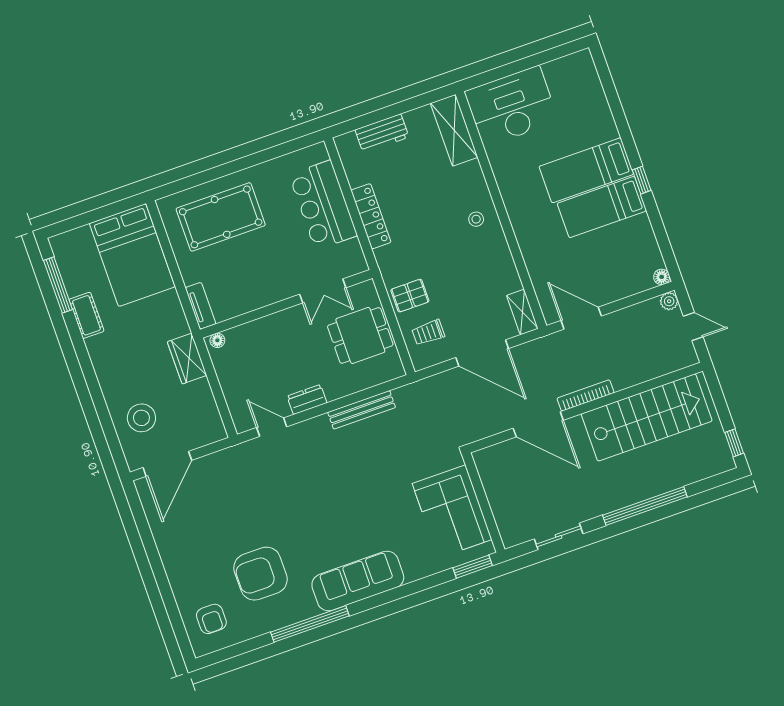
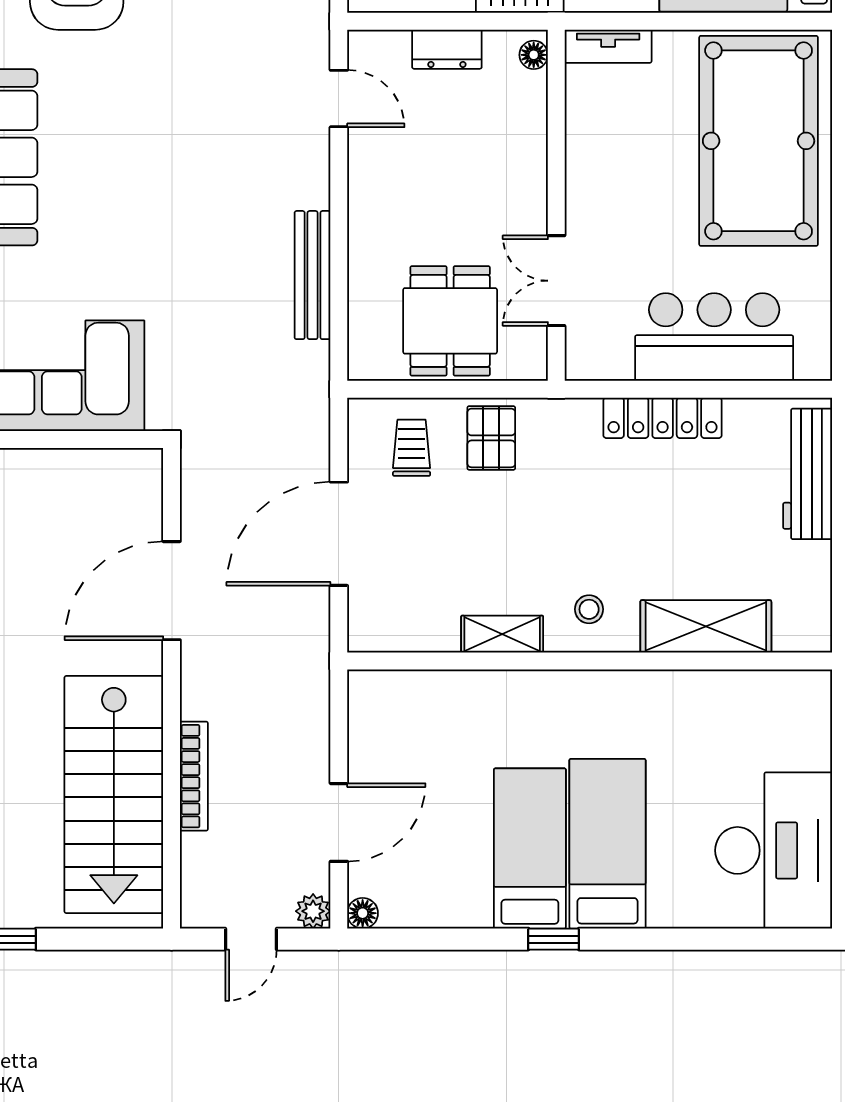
desk: (511, 106) -> (774, 850), moved
shelving: (454, 130) -> (706, 626), moved
workbench: (382, 133) -> (808, 474), width x1.38
pool table: (221, 217) -> (759, 141), width x1.36, depth x1.32
shelving: (522, 312) -> (502, 634), moved
door: (581, 318) -> (339, 822), moved
bookcase: (586, 395) -> (194, 776), moved
dresser: (307, 400) -> (447, 49), moved, turned 90
door: (272, 427) -> (339, 99), hinge flipped

